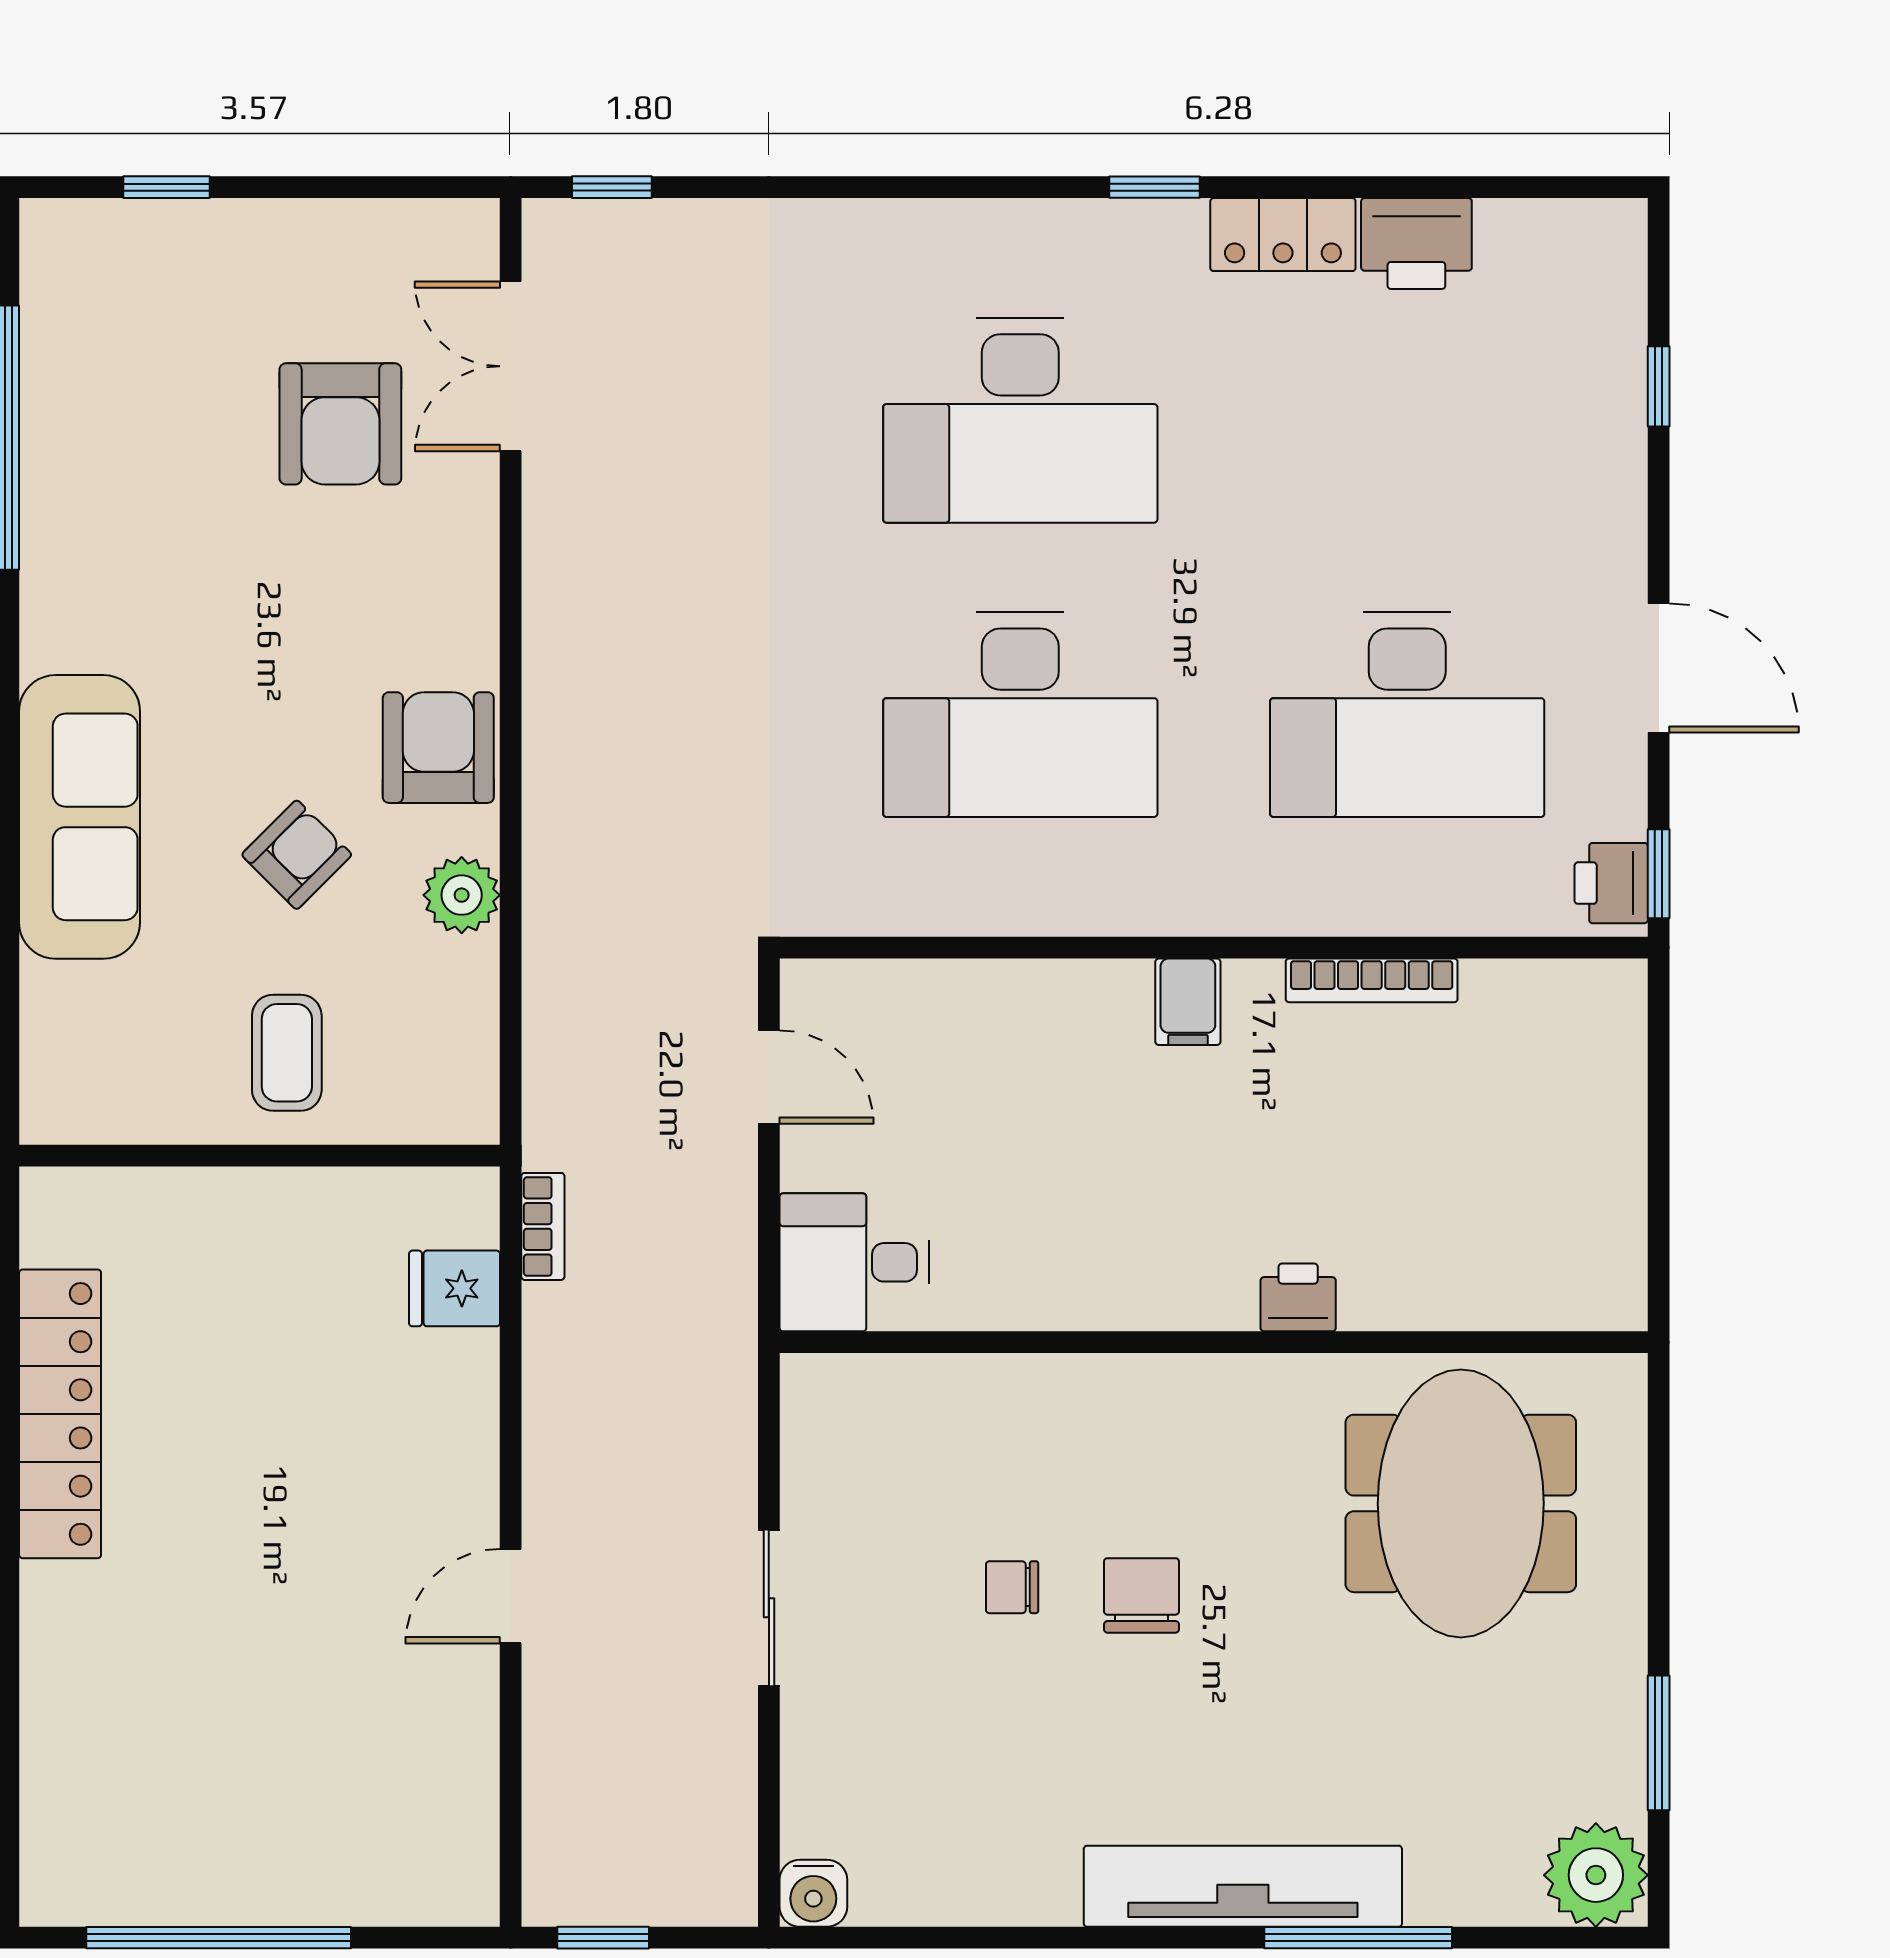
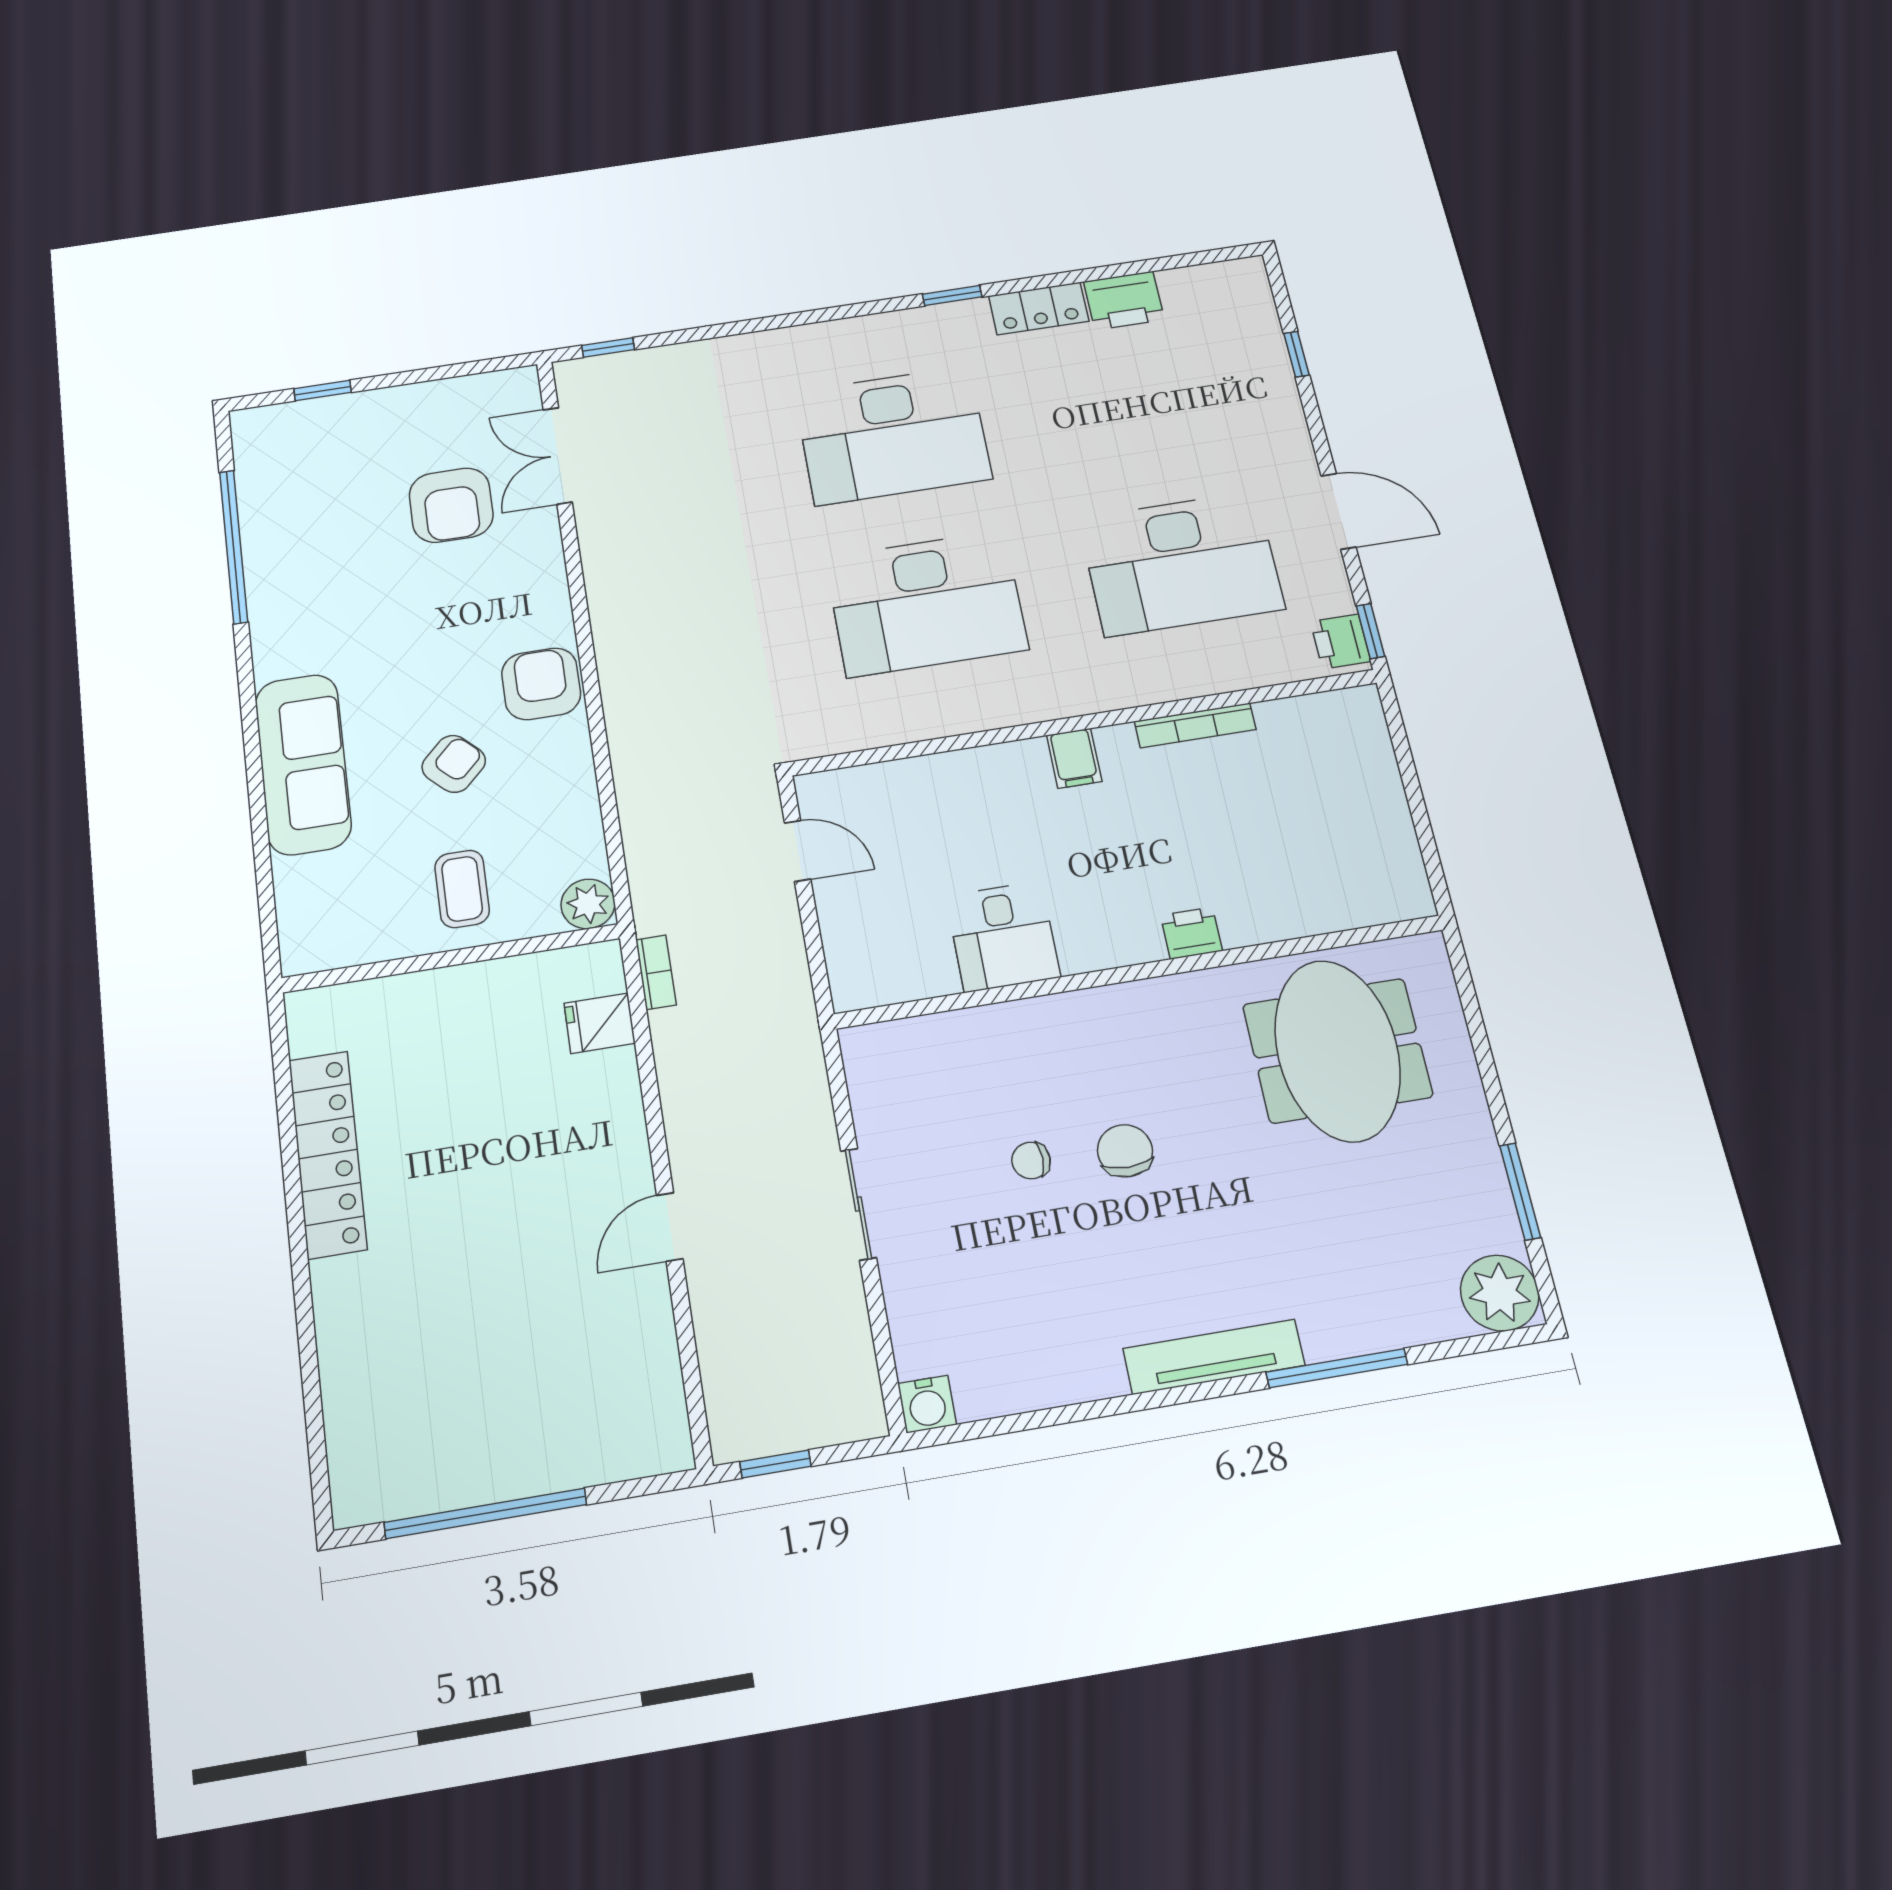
plant: (462, 895) -> (588, 904), moved
desk: (854, 1262) -> (1003, 936), moved, turned -90
tv unit: (1243, 1886) -> (1214, 1357), width x0.73, depth x0.78

